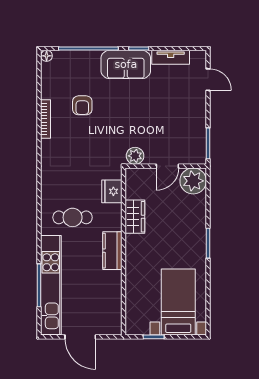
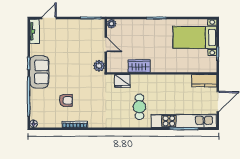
tv unit: (171, 57) -> (34, 31), moved
plant: (193, 181) -> (112, 24), width x0.53, depth x0.53
kitchen counter: (112, 251) -> (204, 81), moved

